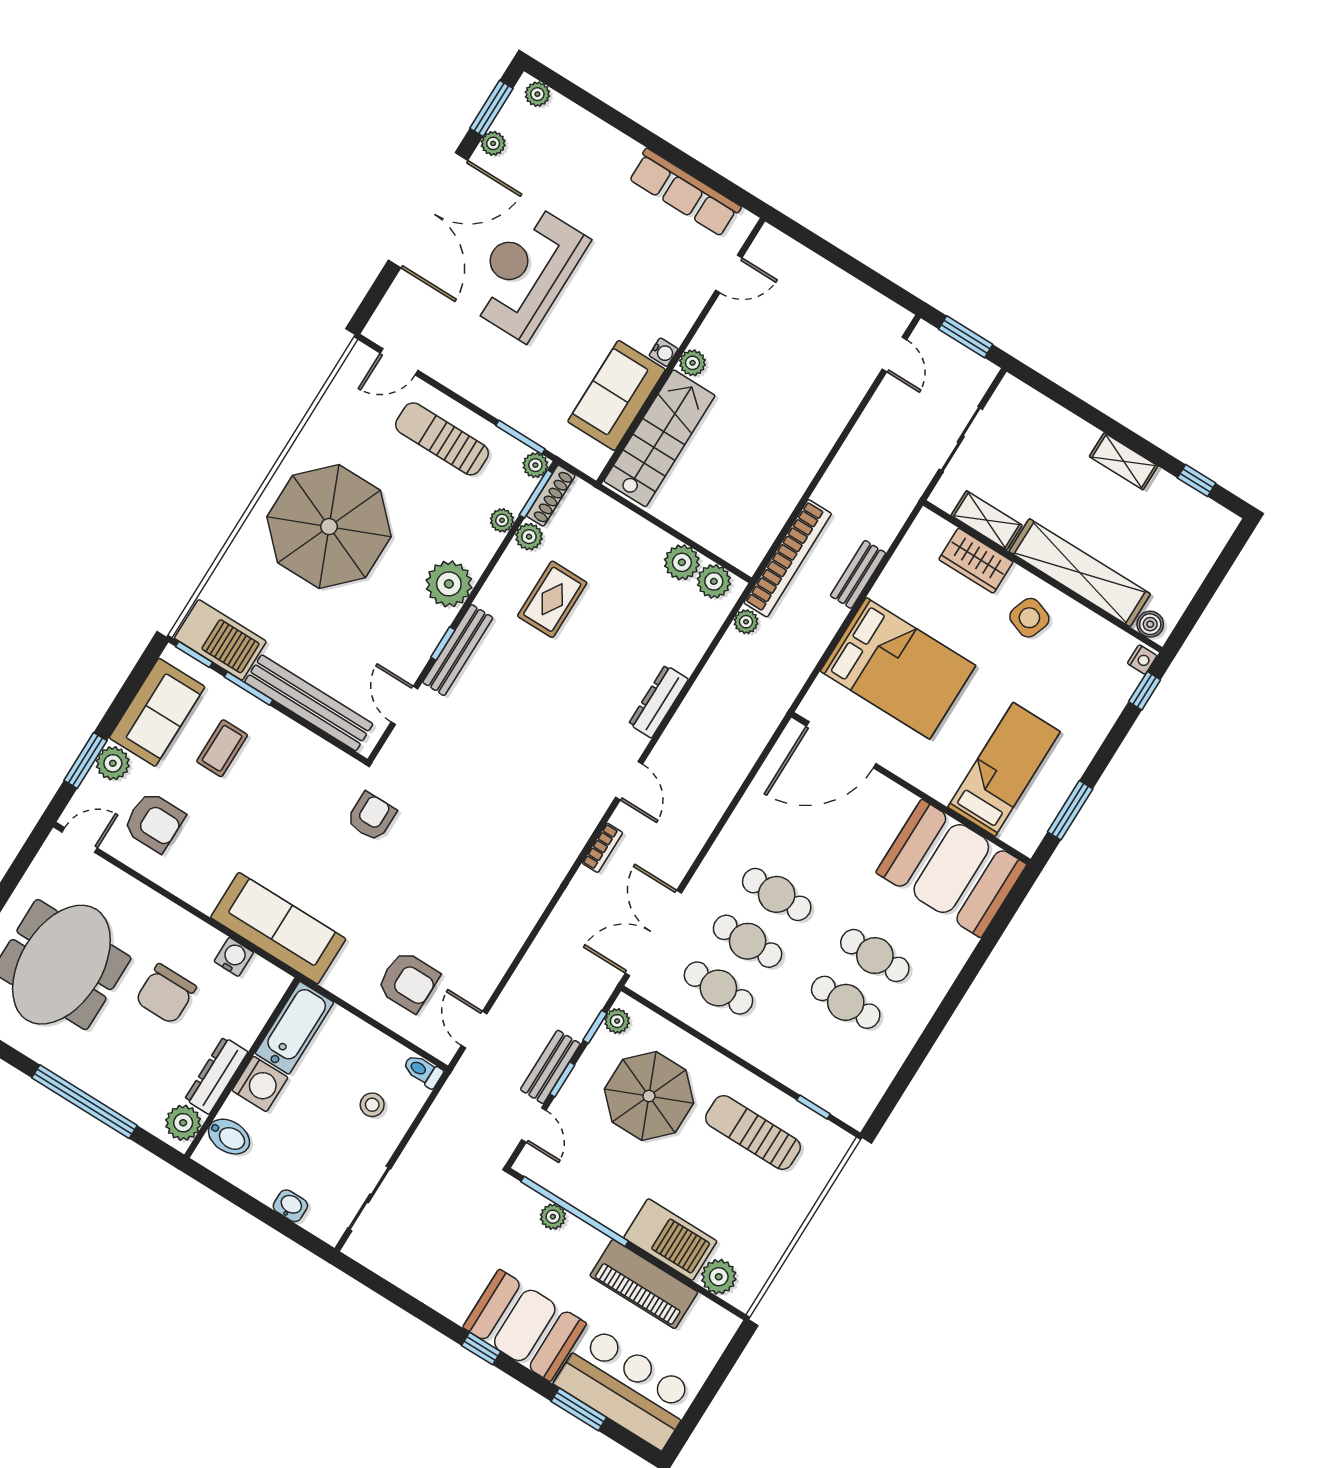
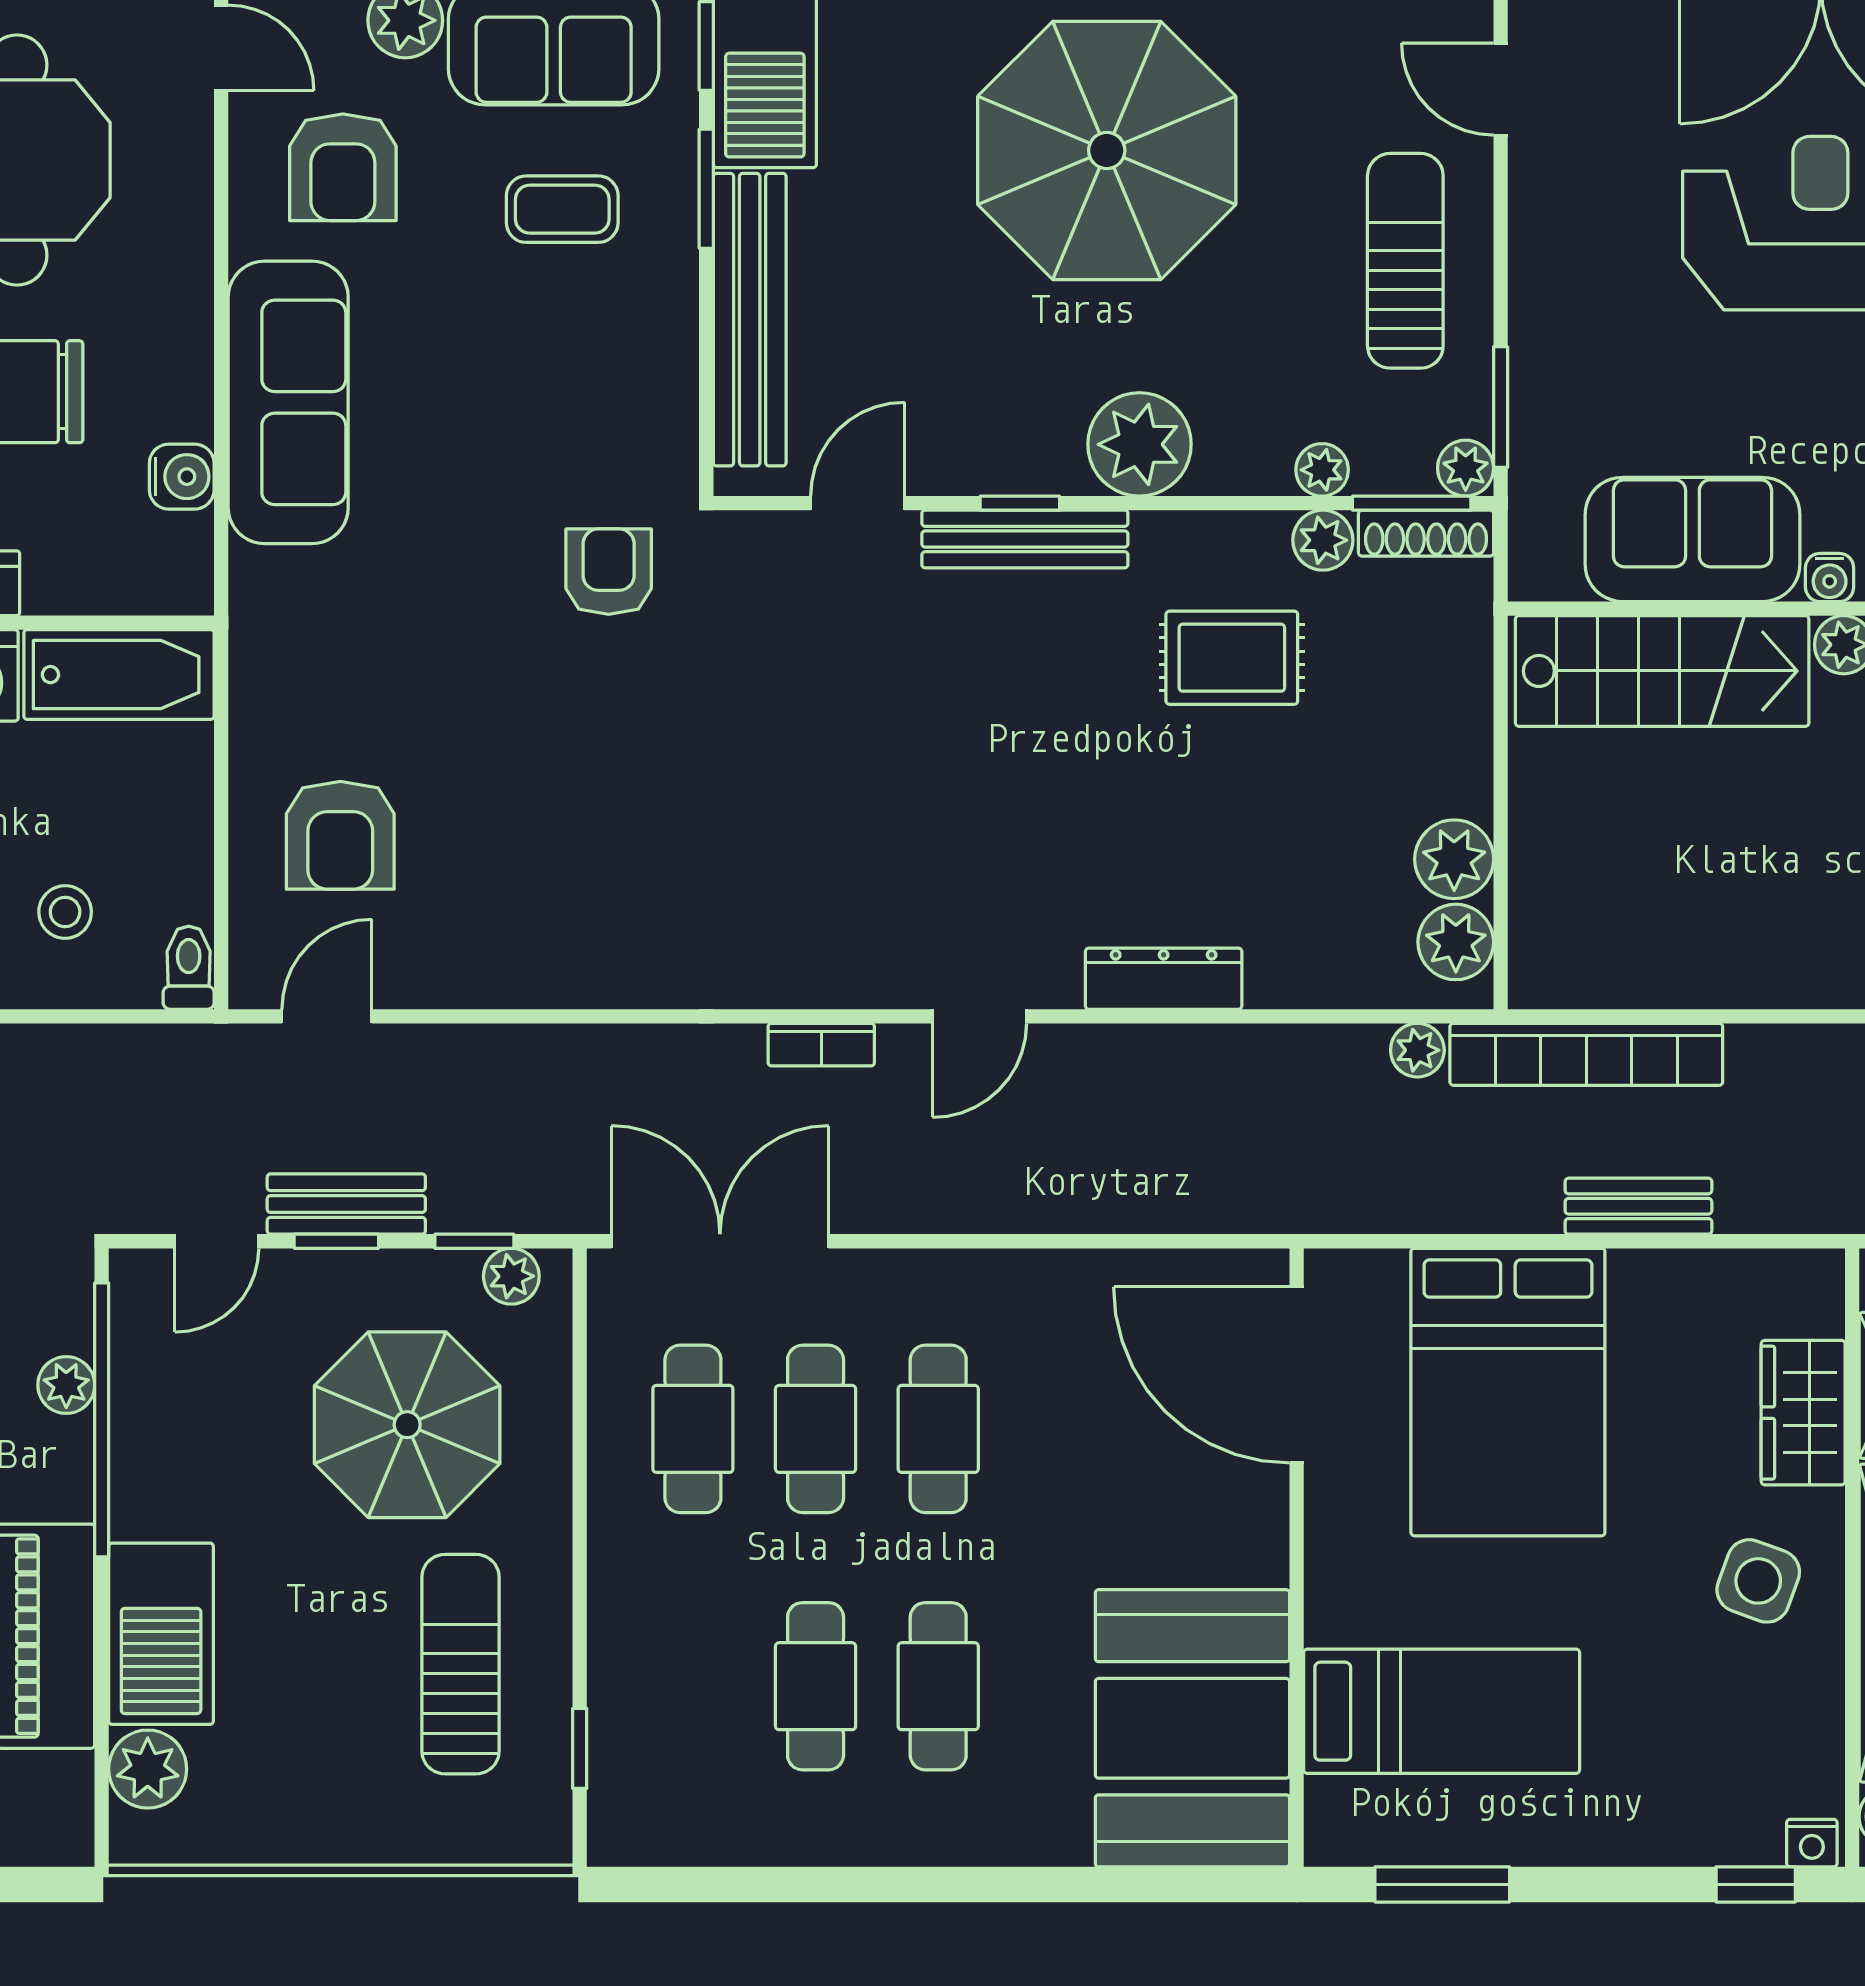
armchair: (371, 817) -> (609, 572), turned -90
sofa: (278, 928) -> (288, 402), moved

